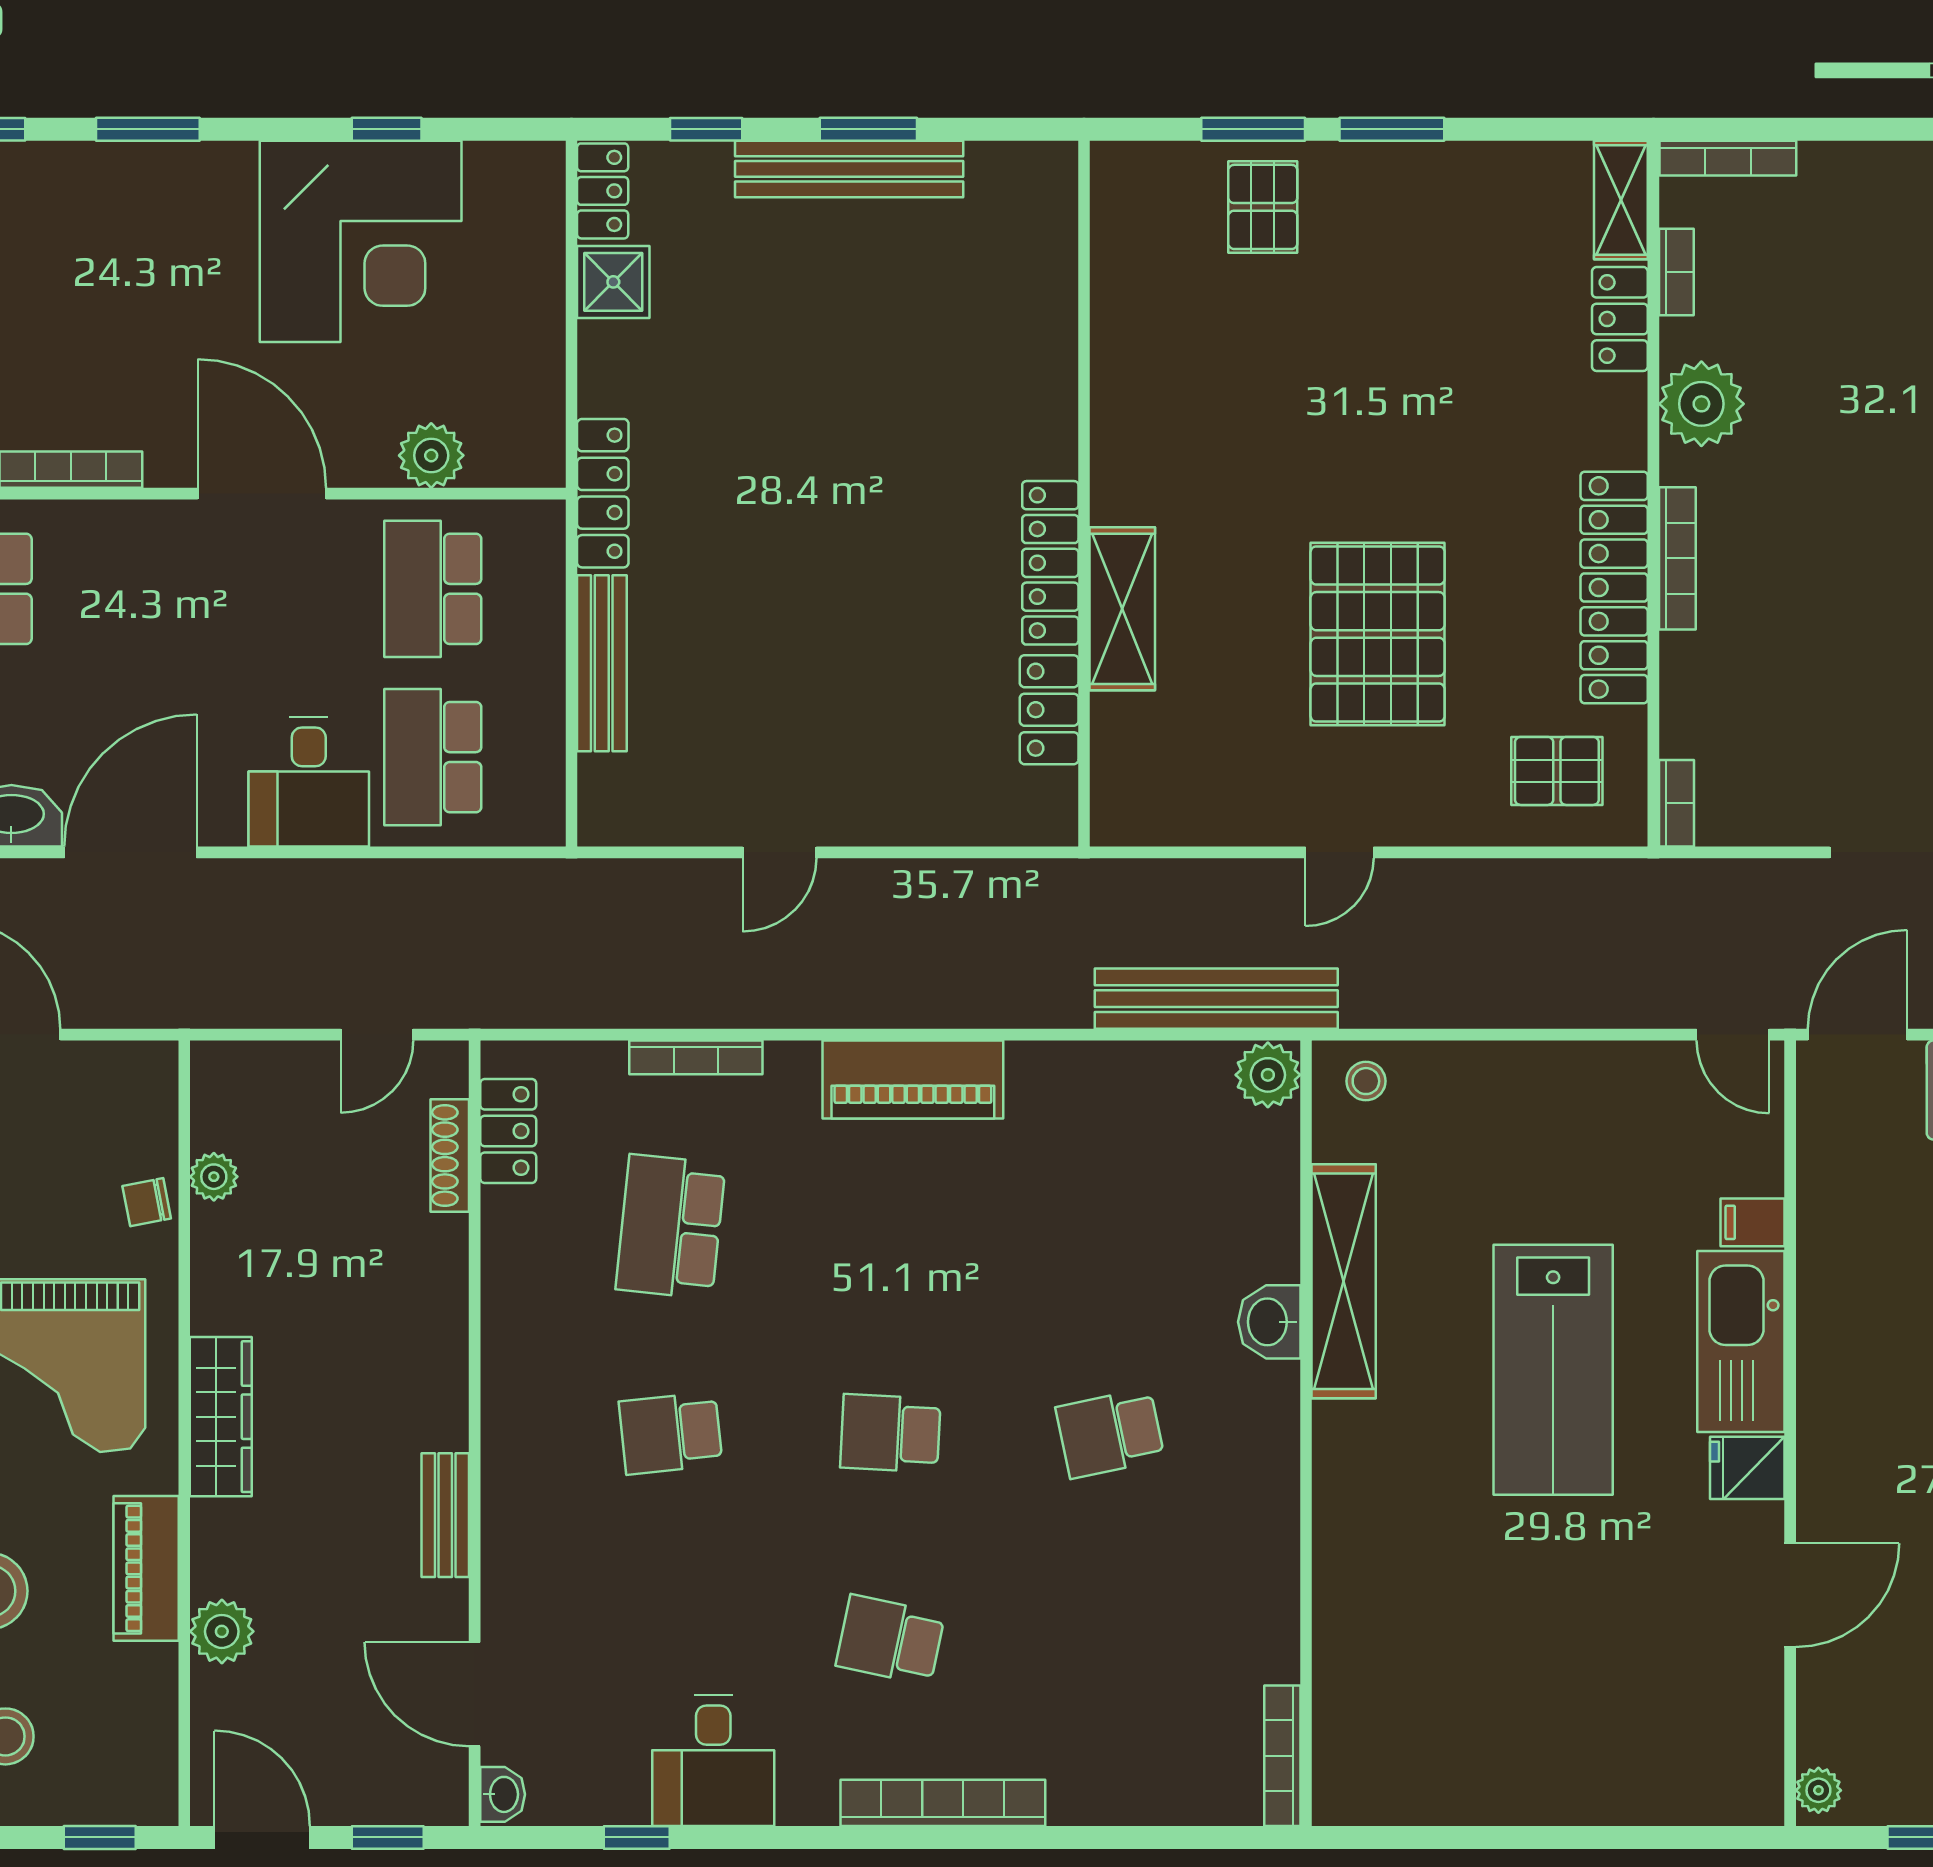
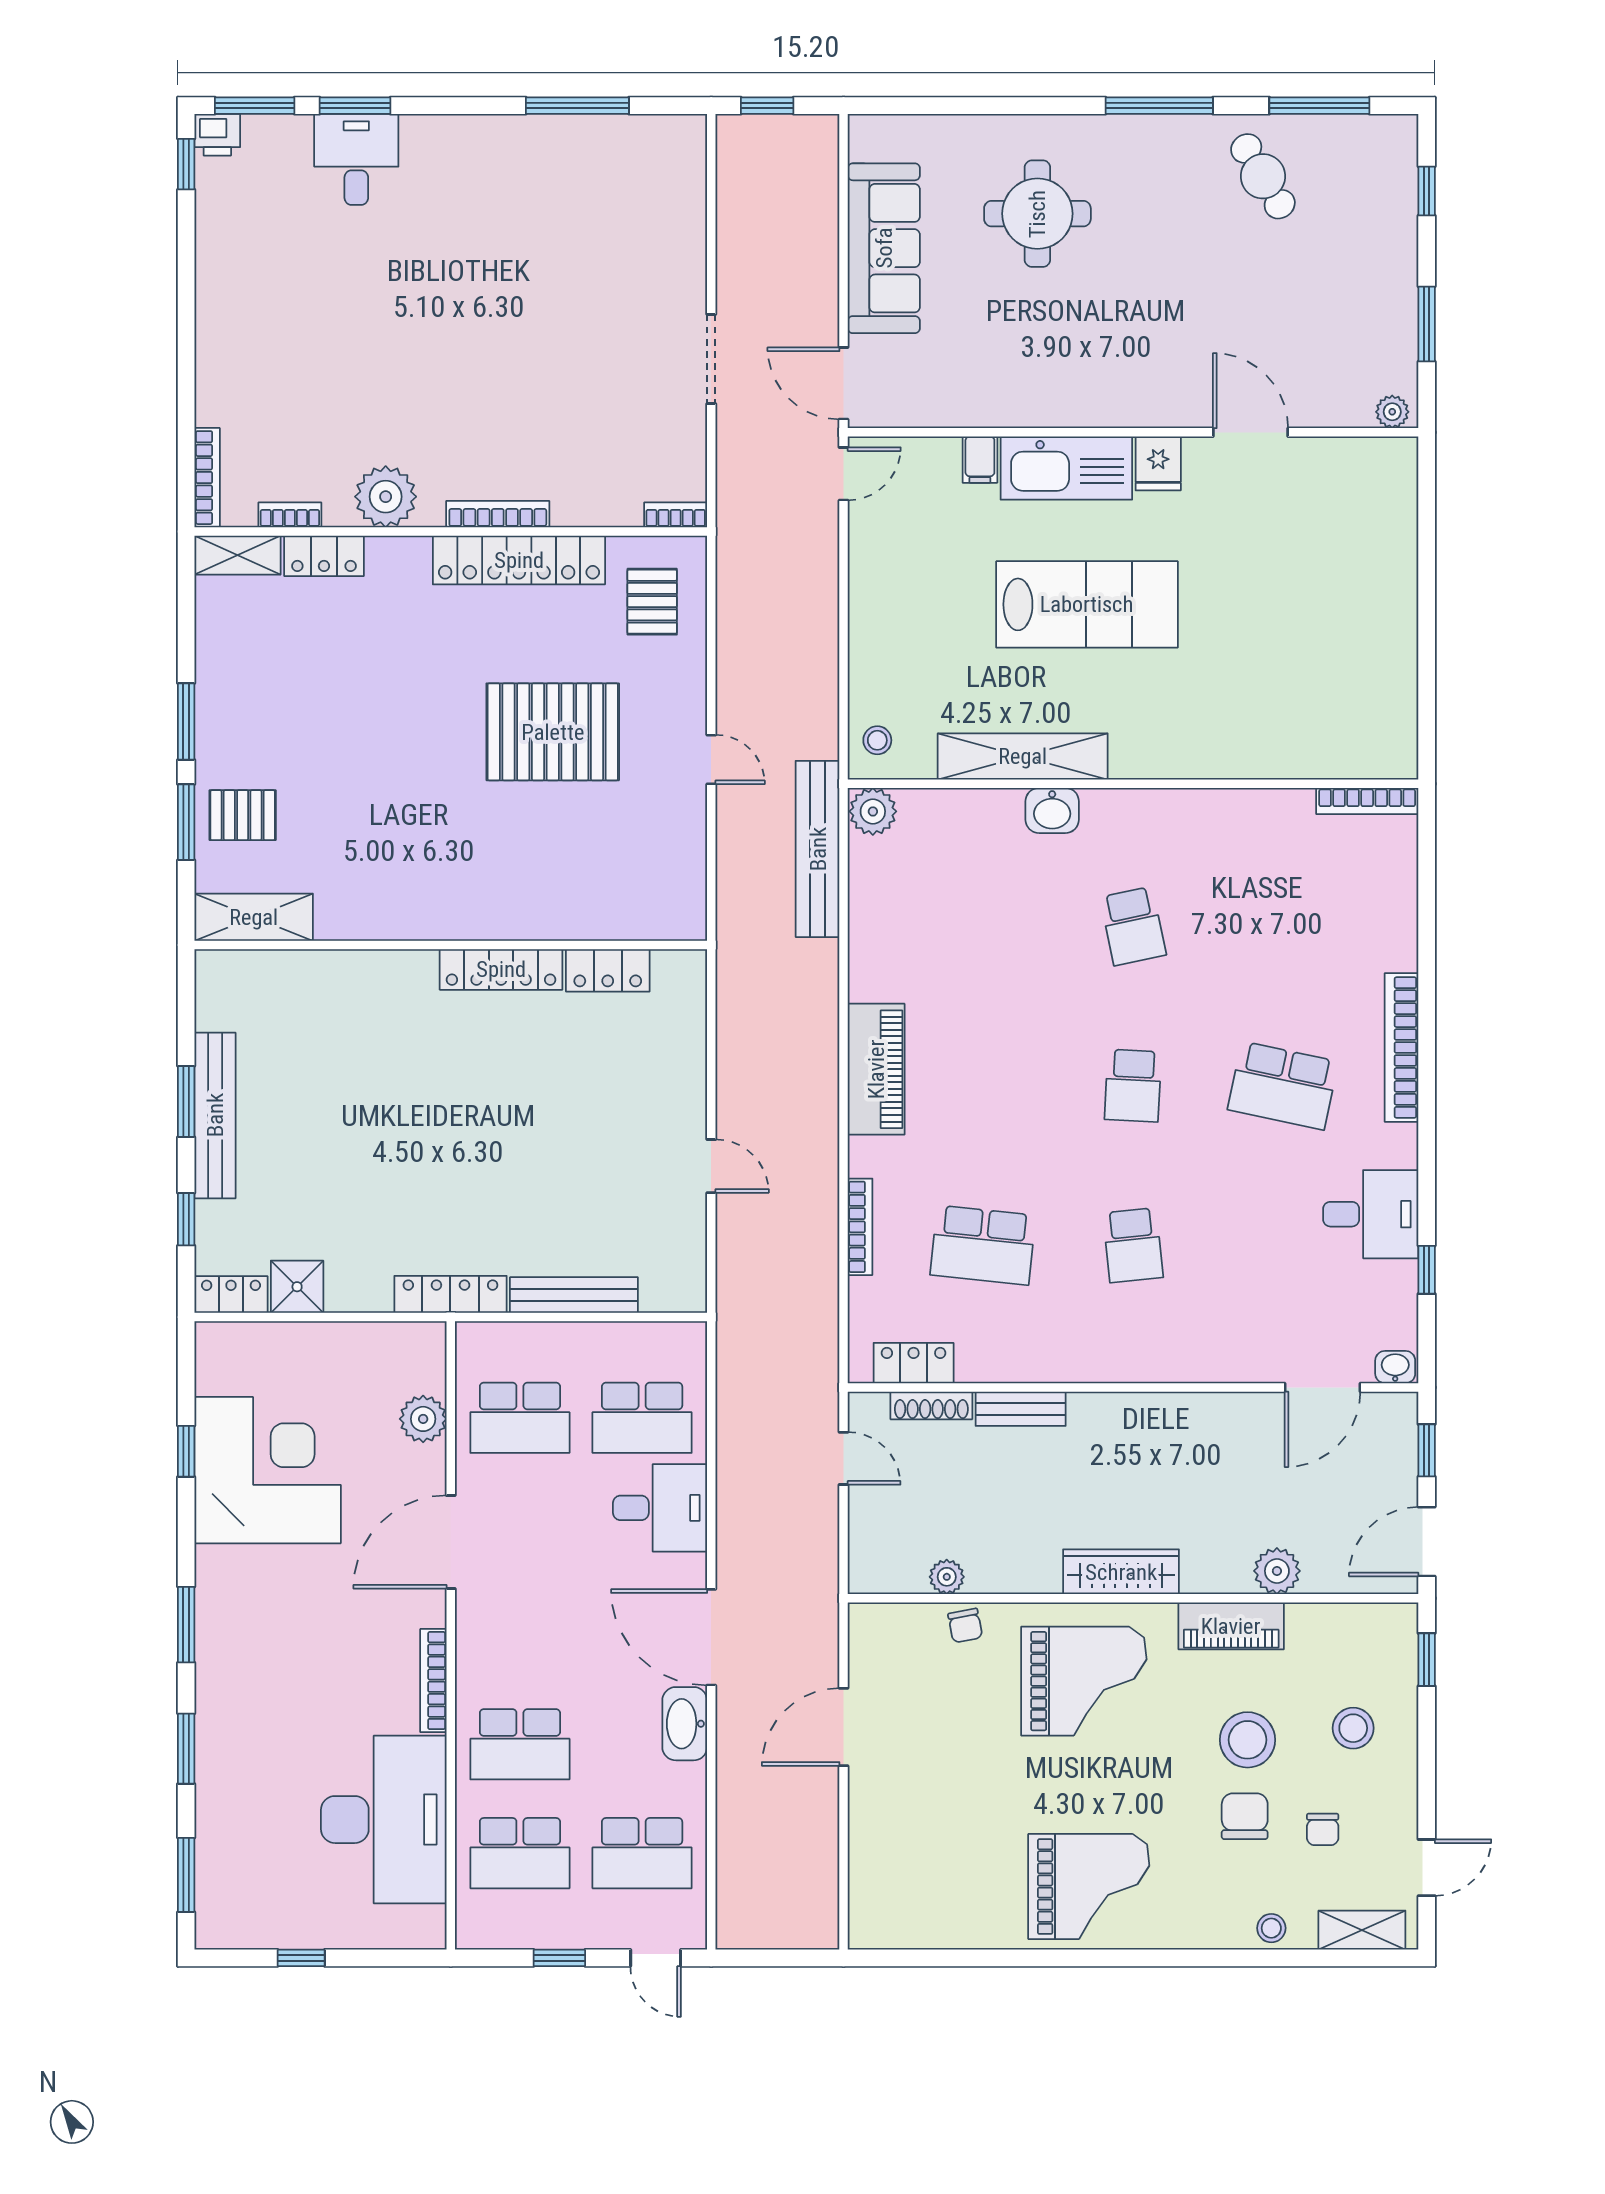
shelving: (1122, 609) -> (254, 917), moved
bench: (445, 1515) -> (1021, 1409), moved
school desk: (890, 1640) -> (1283, 1086), width x1.85

